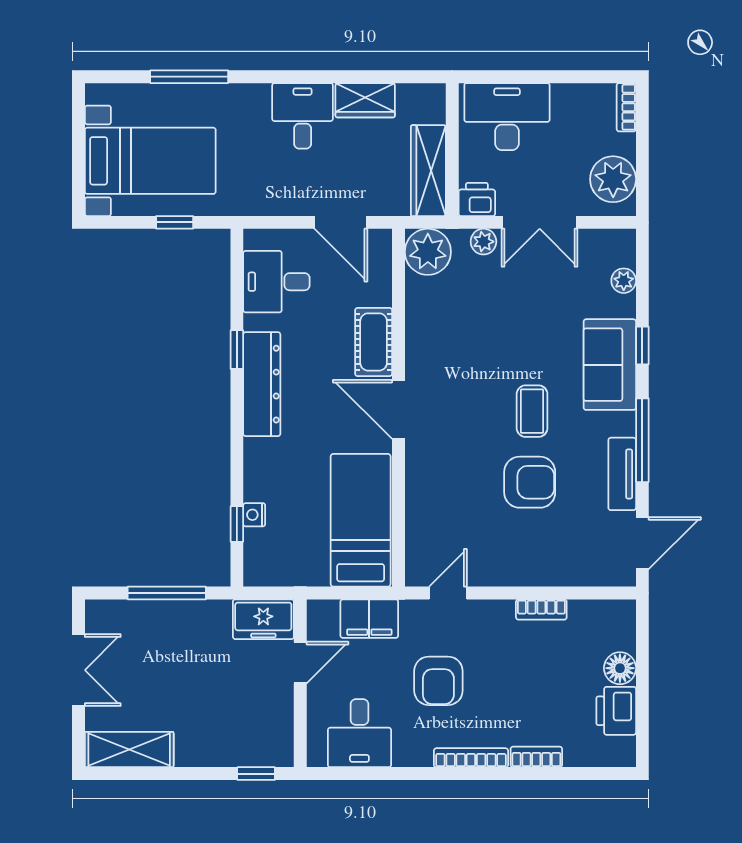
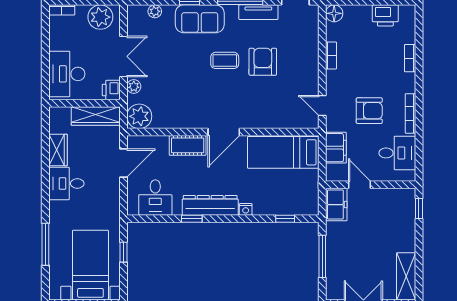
nightstand: (254, 515) -> (246, 209), moved
floor lamp: (620, 668) -> (334, 13), moved
bookcase: (471, 758) -> (410, 113), moved

